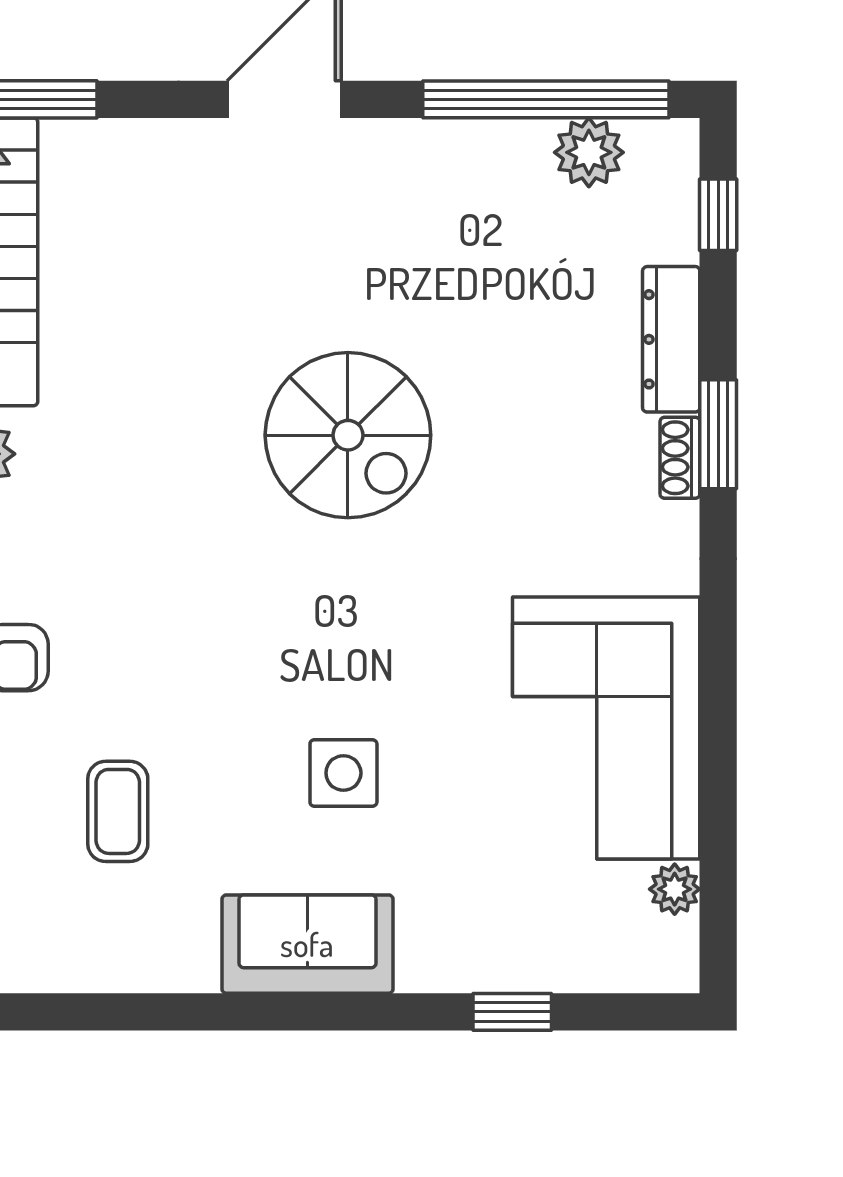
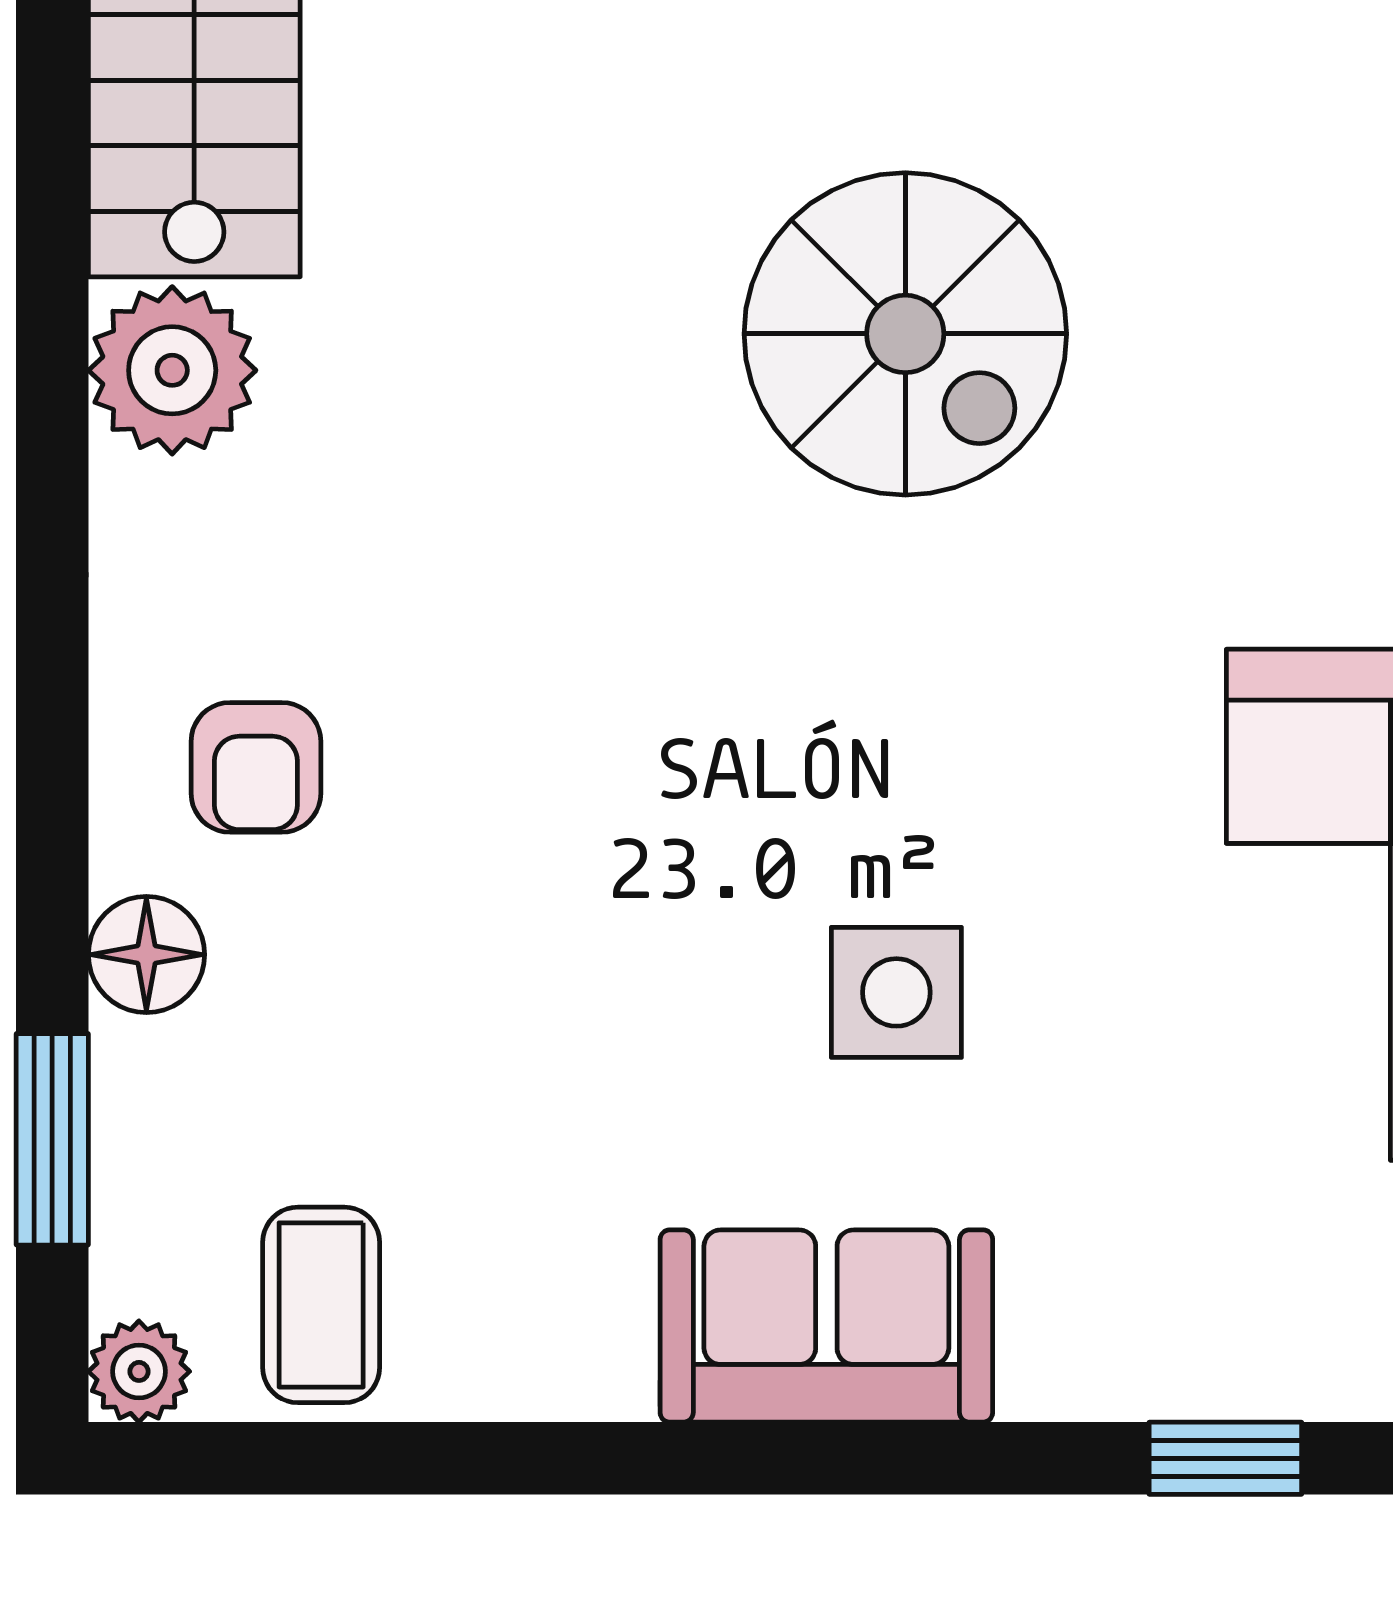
coffee table: (118, 811) -> (321, 1305), moved

